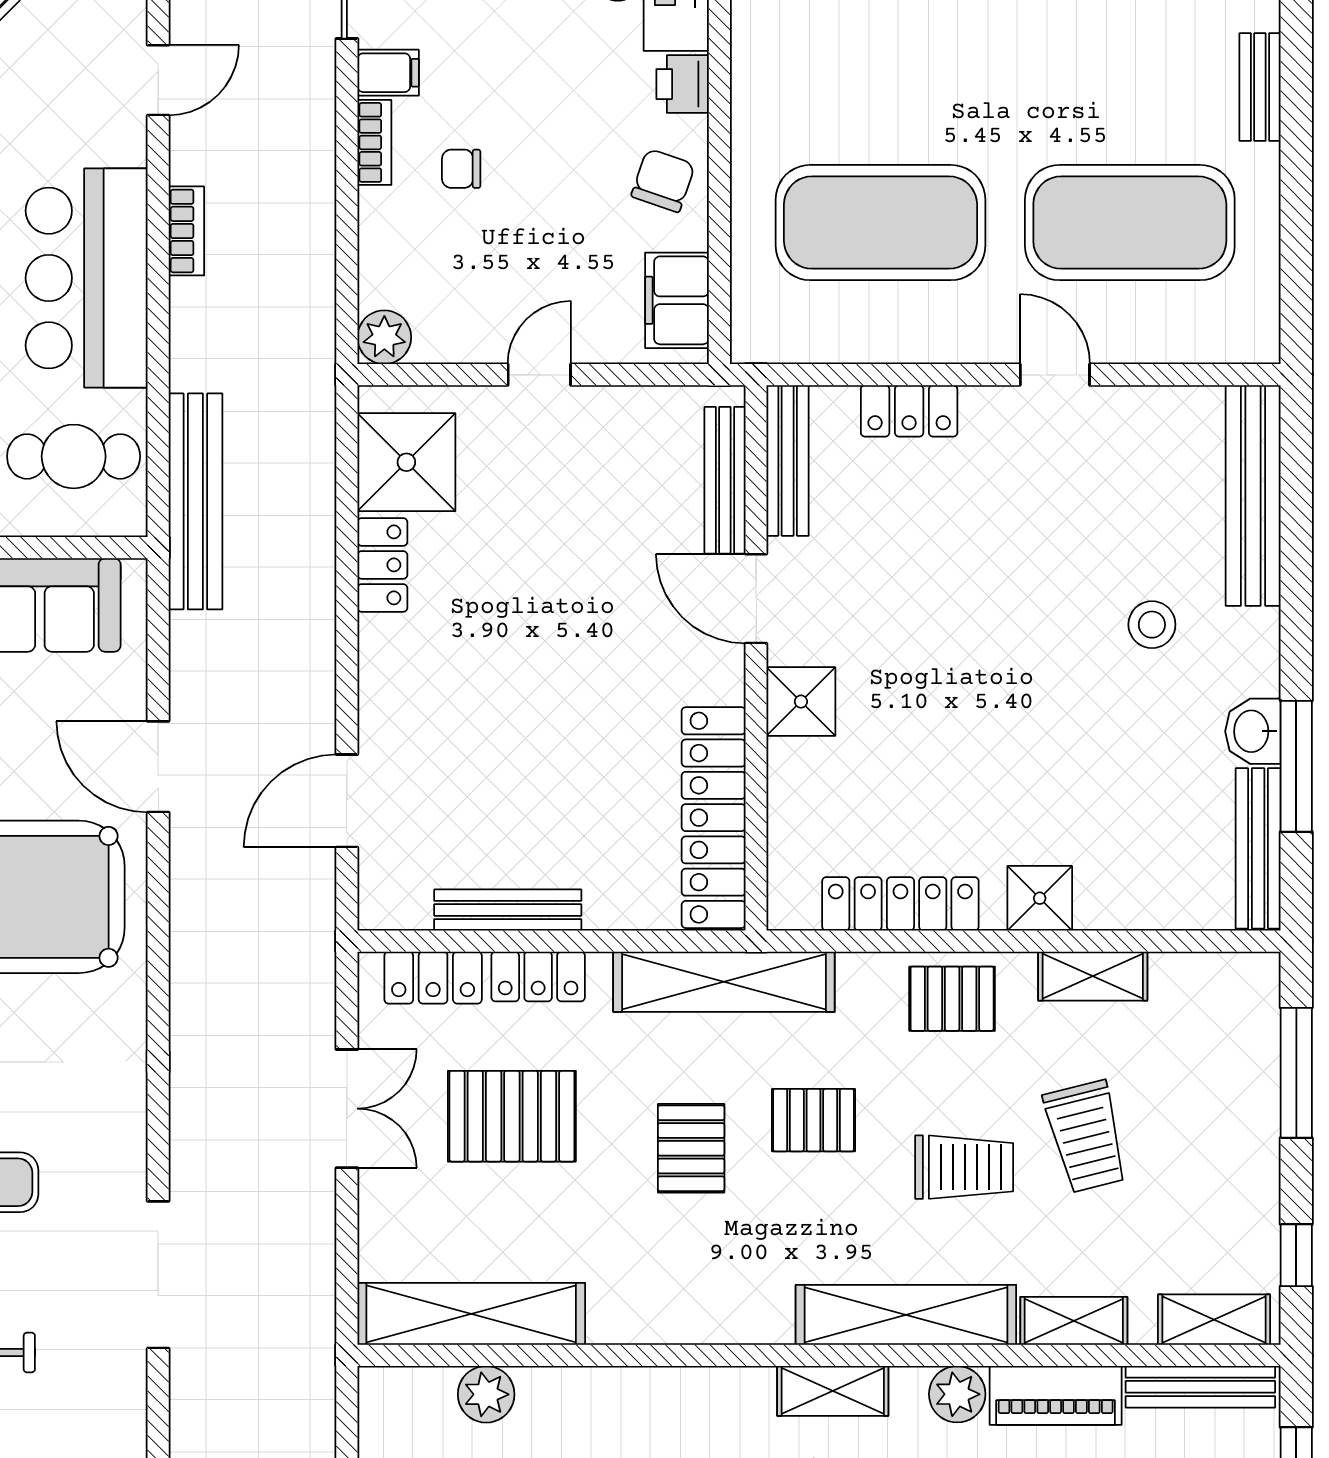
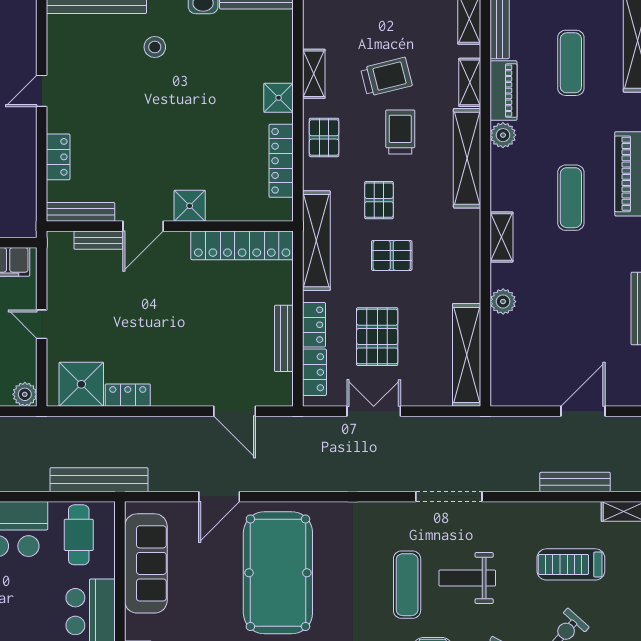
bench: (725, 480) -> (98, 240), width x0.73
shelving: (833, 1391) -> (501, 237), moved
plant: (486, 1394) -> (503, 302), moved

